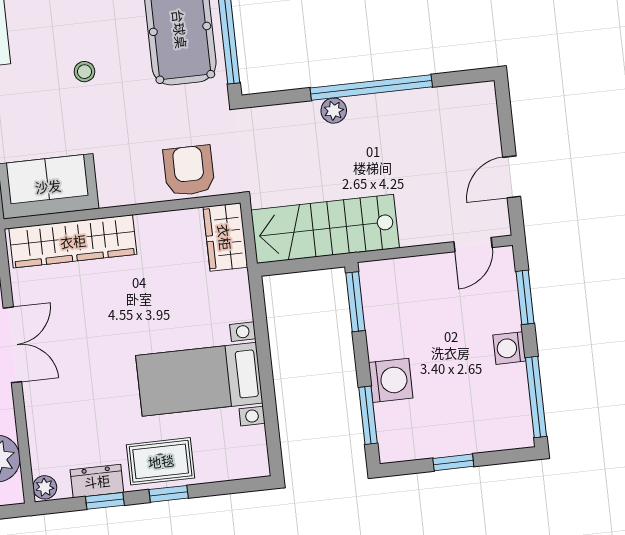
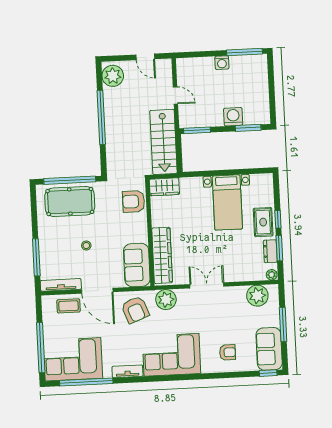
plant: (334, 111) -> (113, 76), moved, width x1.88, depth x1.88
door: (473, 245) -> (175, 96), moved
window: (525, 297) -> (200, 54), removed
window: (453, 462) -> (272, 91), removed
window: (105, 501) -> (279, 248), width x1.50

